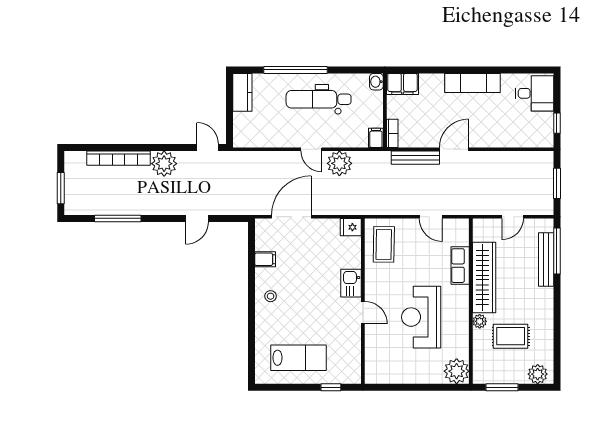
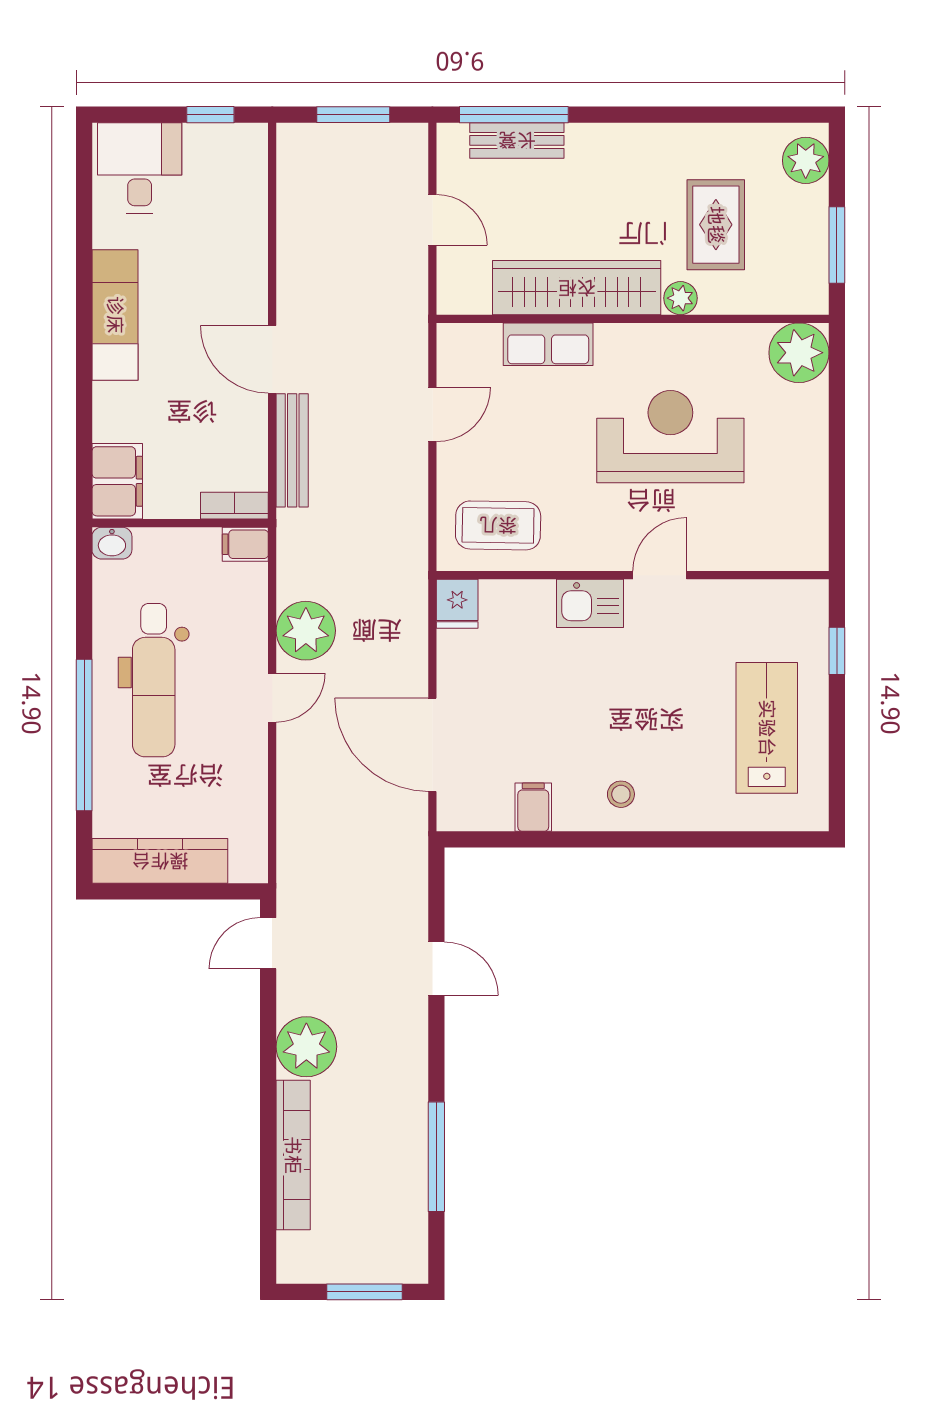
kitchen counter: (242, 92) -> (160, 861), width x1.50
bench: (546, 260) -> (517, 140), width x0.73
reception desk: (421, 317) -> (670, 437), turned 180

